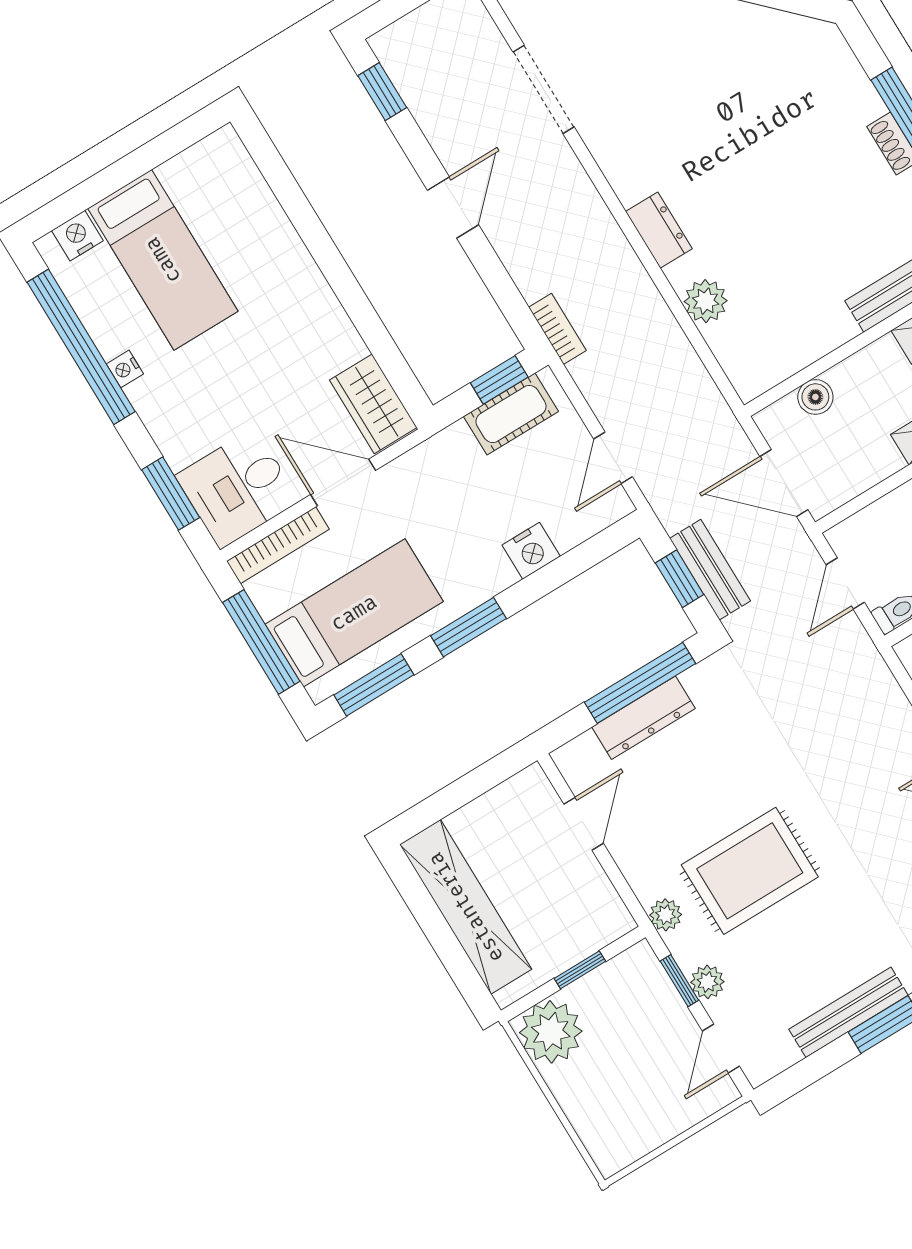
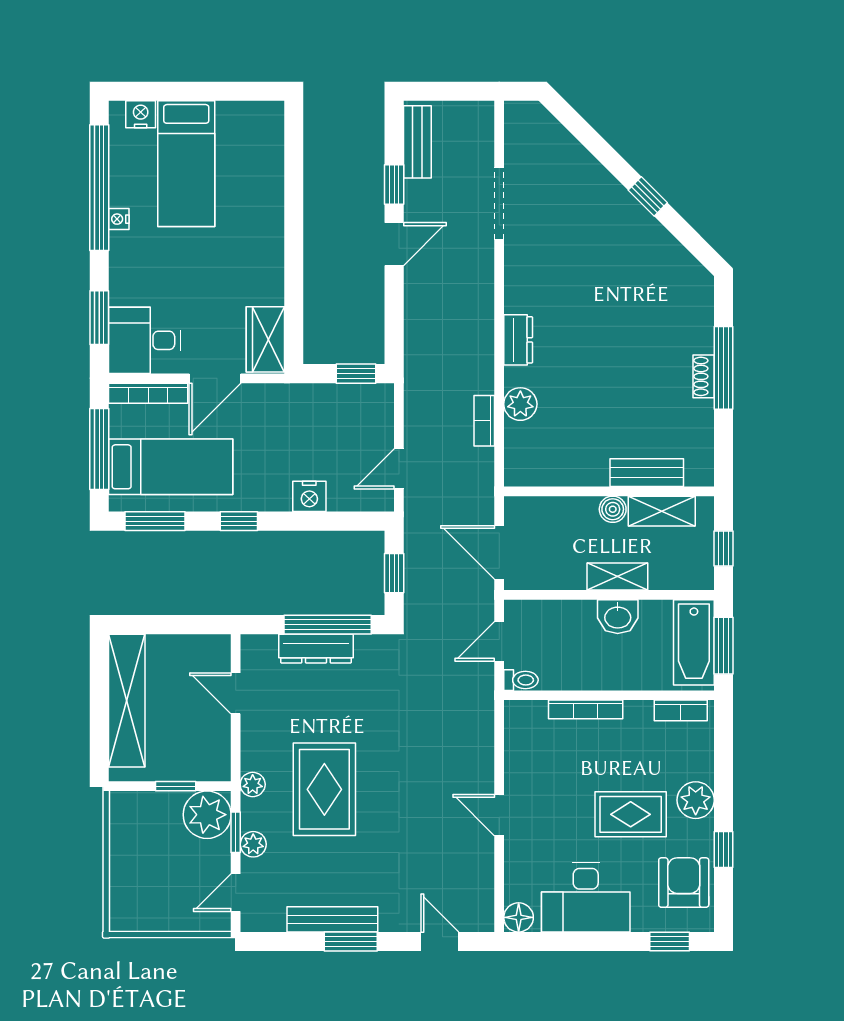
window: (382, 92) -> (394, 185), moved
bookcase: (557, 329) -> (484, 421), moved, turned 180
boiler: (815, 397) -> (613, 509), moved
cot: (511, 414) -> (350, 400), removed
door: (343, 482) -> (215, 378), swing flipped
bench: (710, 570) -> (417, 142), moved
window: (469, 627) -> (239, 521), width x0.67
door: (584, 824) -> (236, 693), swing flipped
rug: (750, 871) -> (324, 789), turned 90
plant: (551, 1032) -> (207, 815), moved

